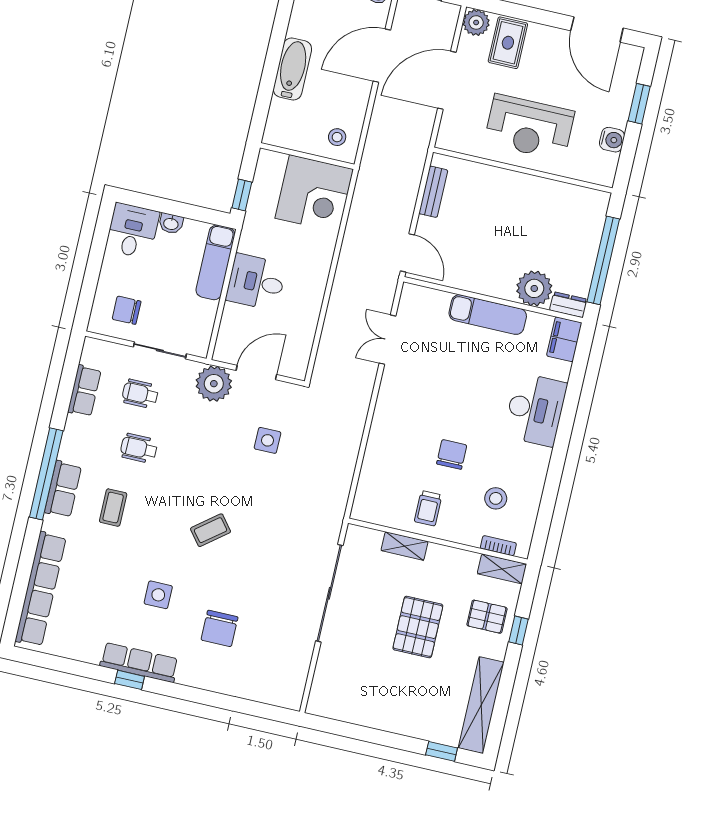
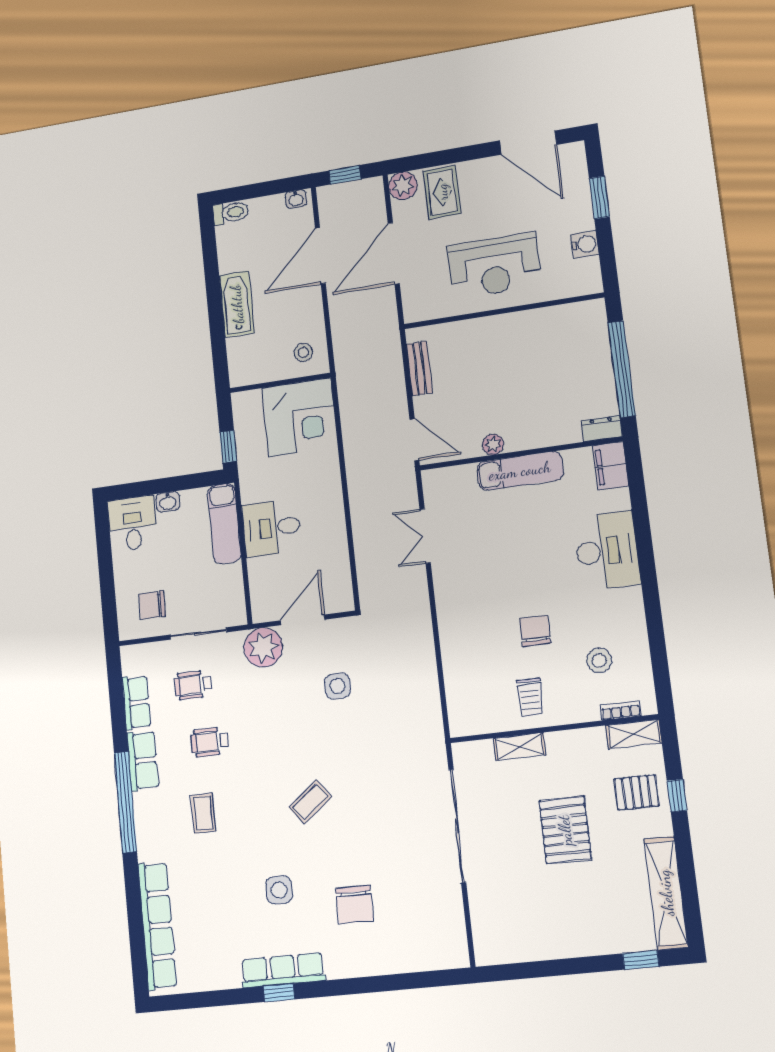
plant: (534, 288) -> (493, 445), moved, width x0.53, depth x0.53
row of seats: (63, 489) -> (143, 761), moved

